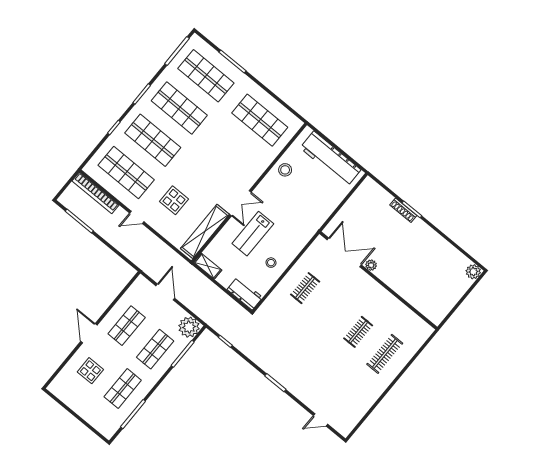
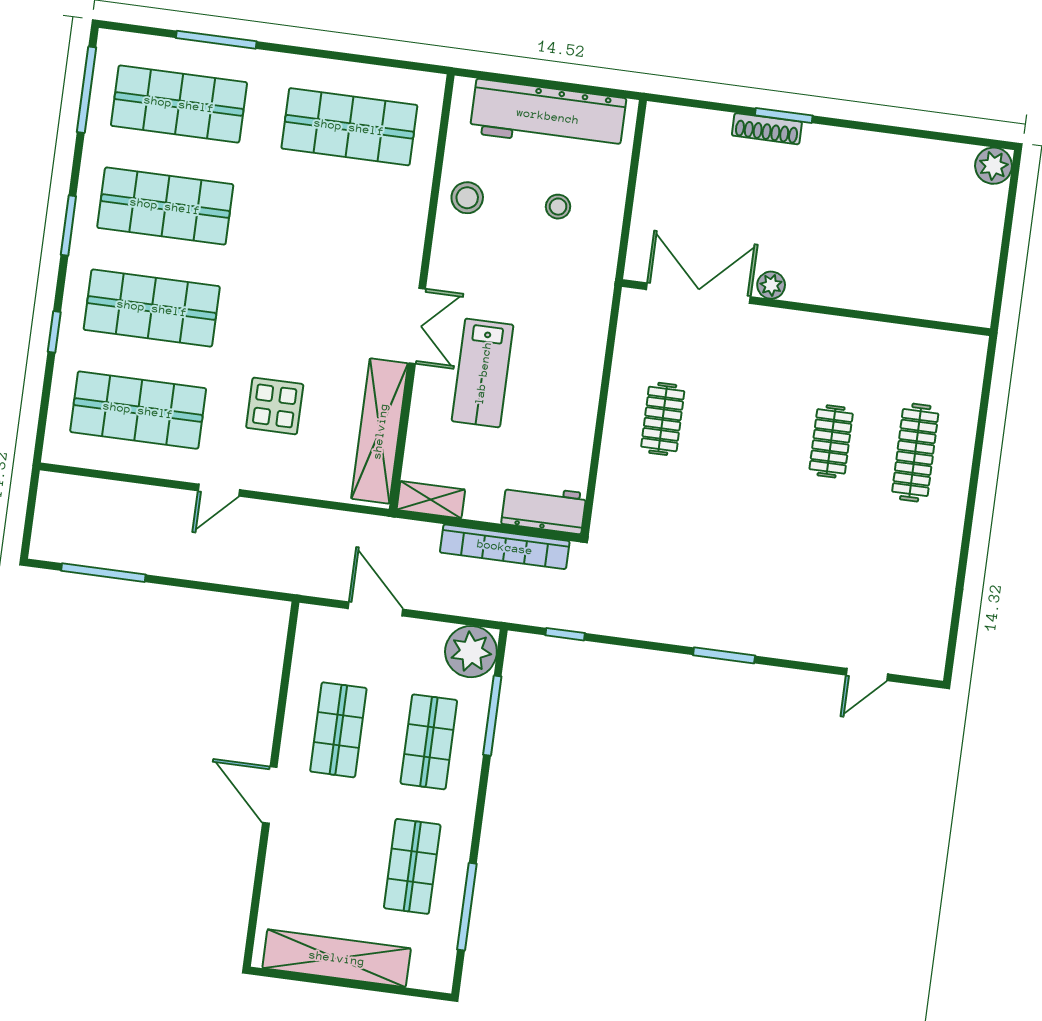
bookcase: (95, 193) -> (505, 547), moved
stool: (271, 263) -> (558, 207), moved
display table: (90, 371) -> (321, 871), removed
shelving: (77, 404) -> (337, 958), added

